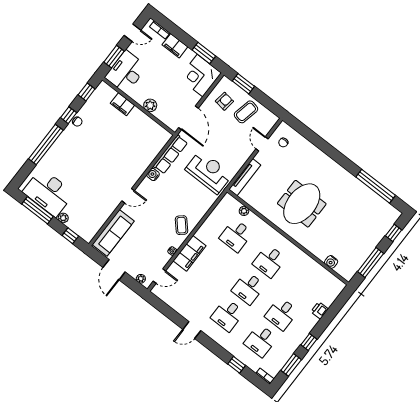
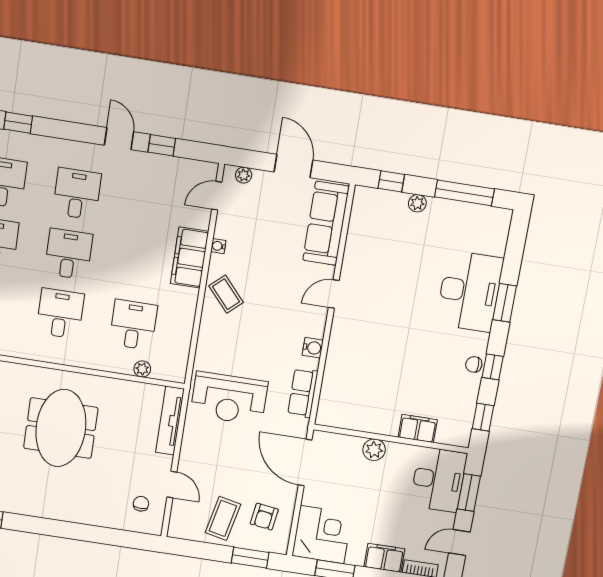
window: (46, 145) -> (505, 303), width x0.47
row of seats: (170, 154) -> (303, 393), width x0.68
desk: (48, 192) -> (470, 291), moved, turned 90
window: (173, 315) -> (162, 145), added
door: (192, 330) -> (119, 139), hinge flipped

